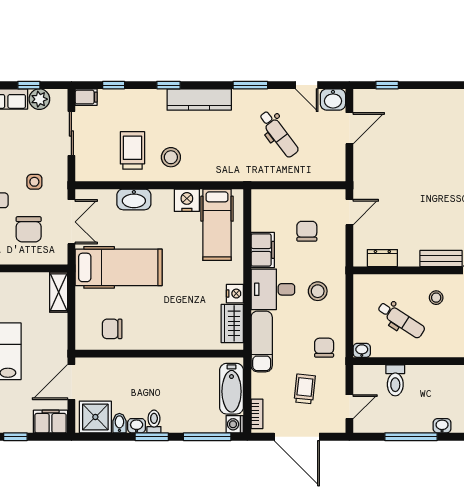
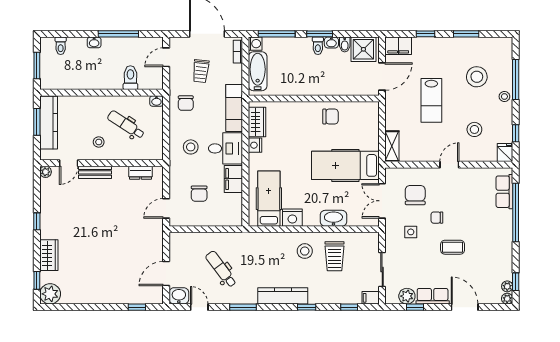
chair: (112, 329) -> (331, 117), moved

